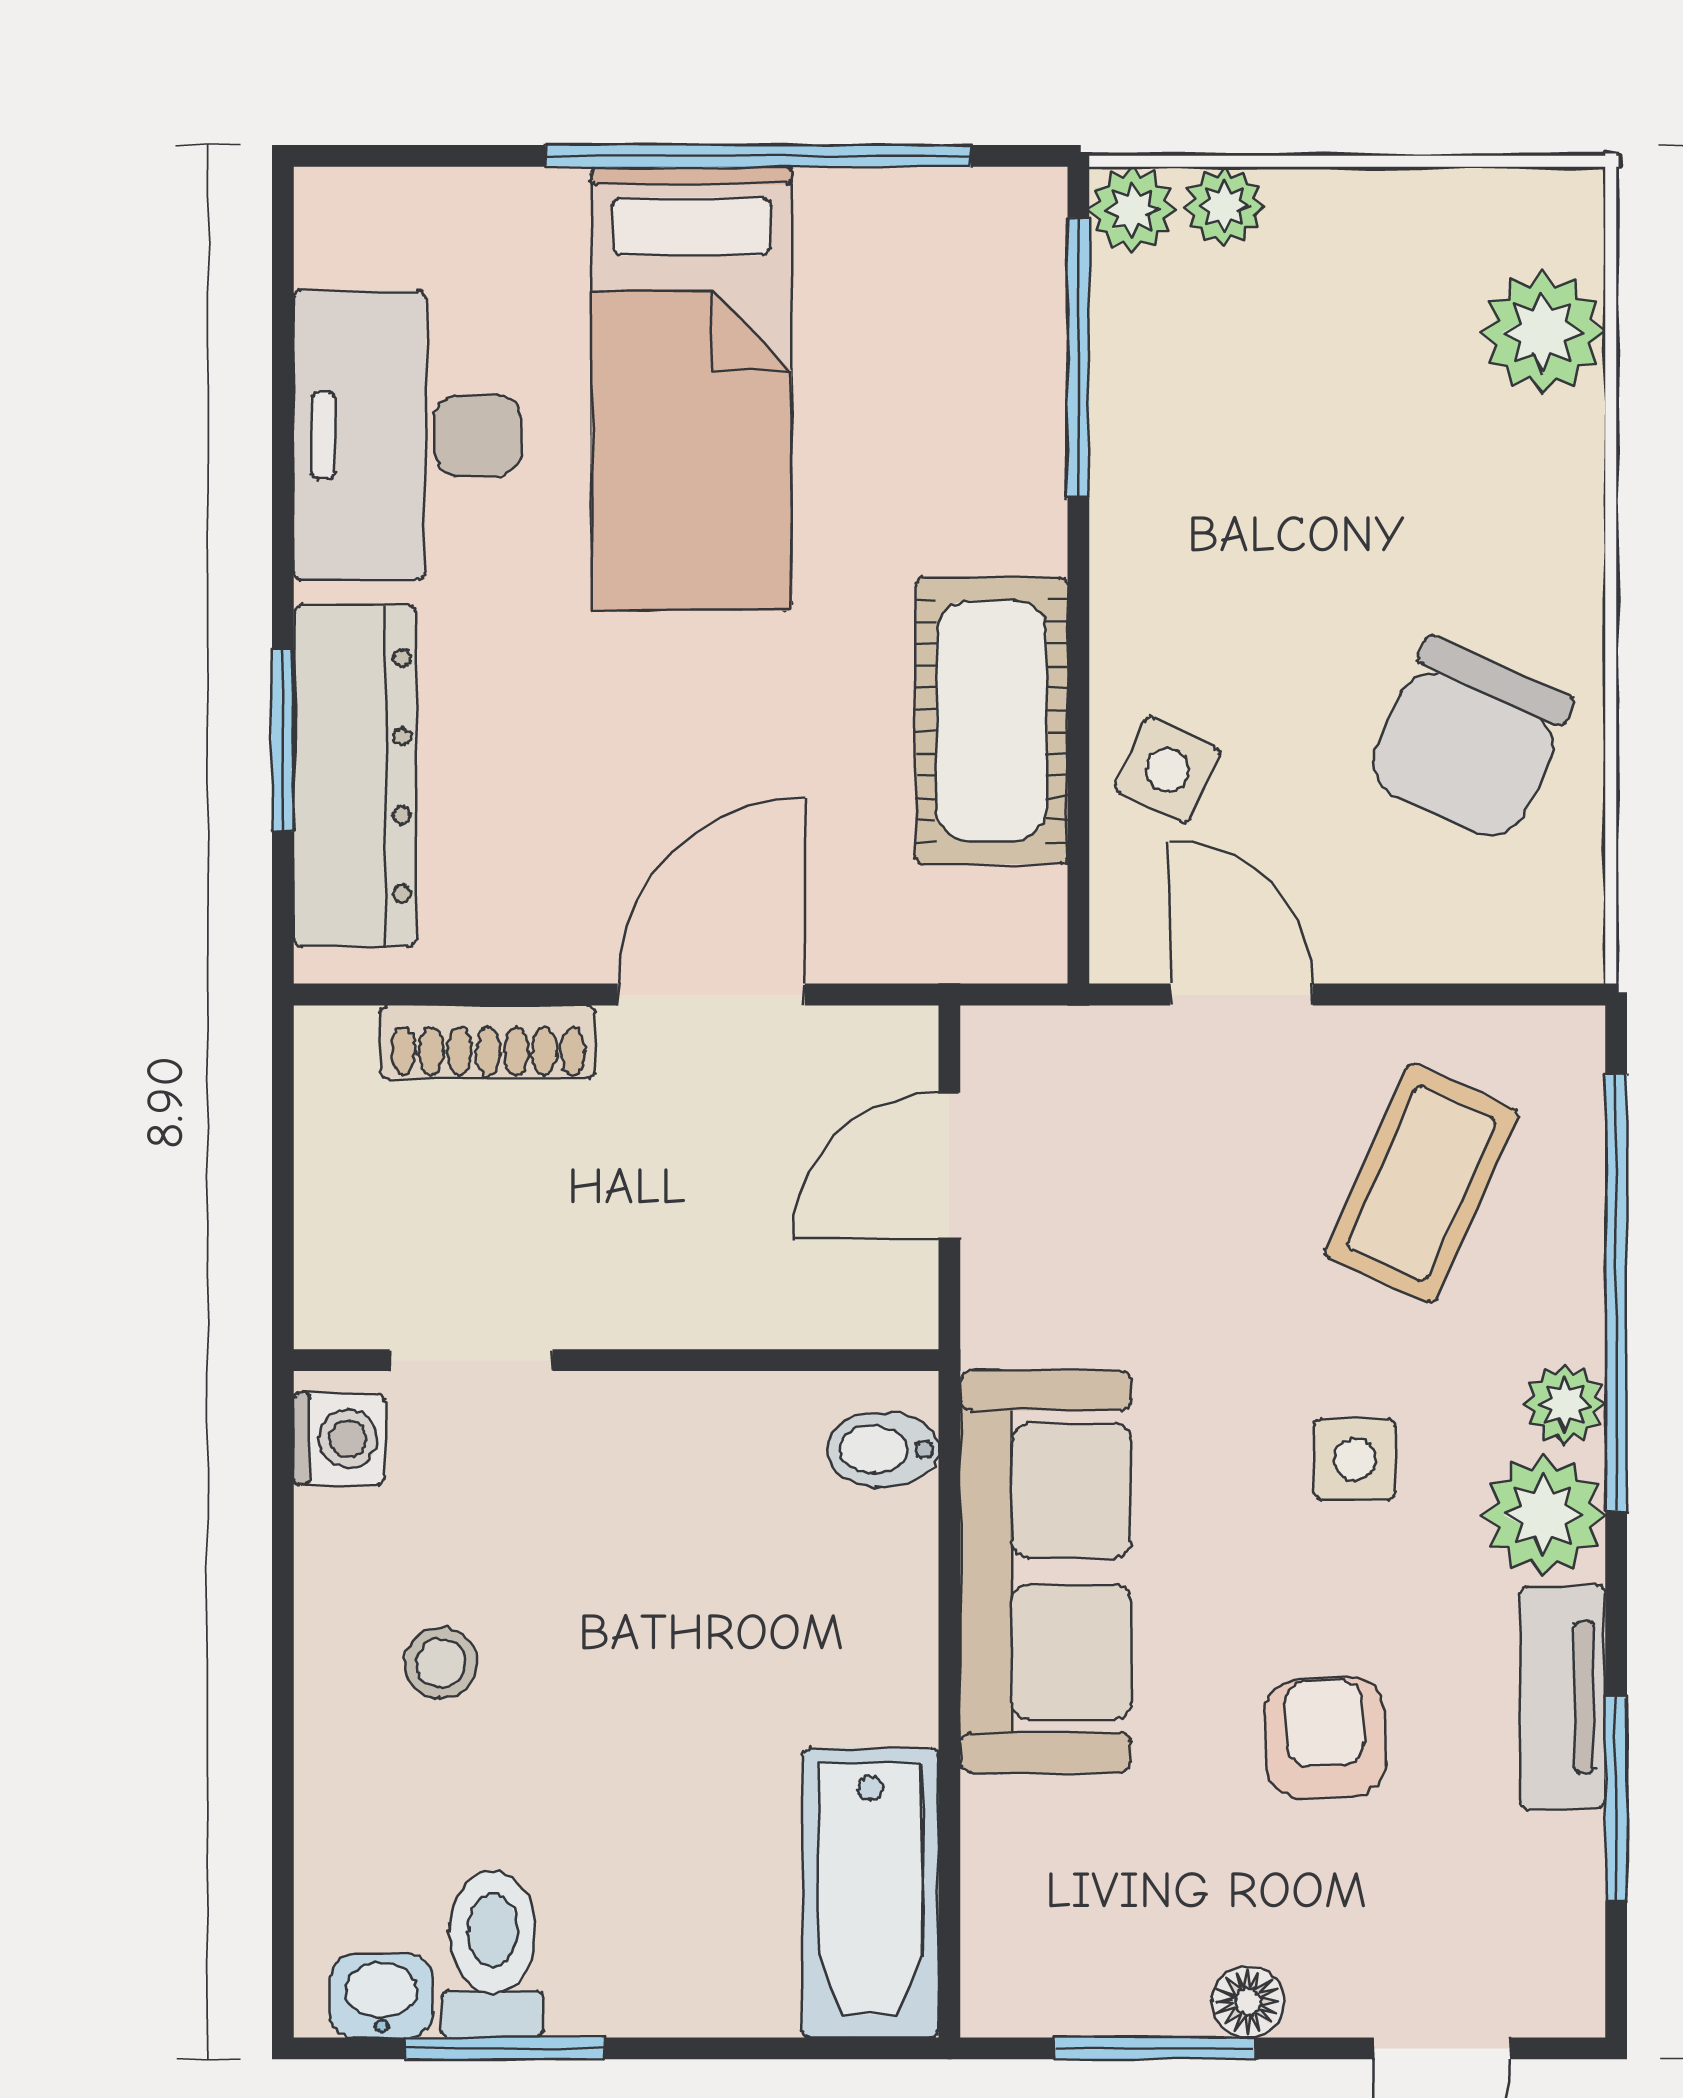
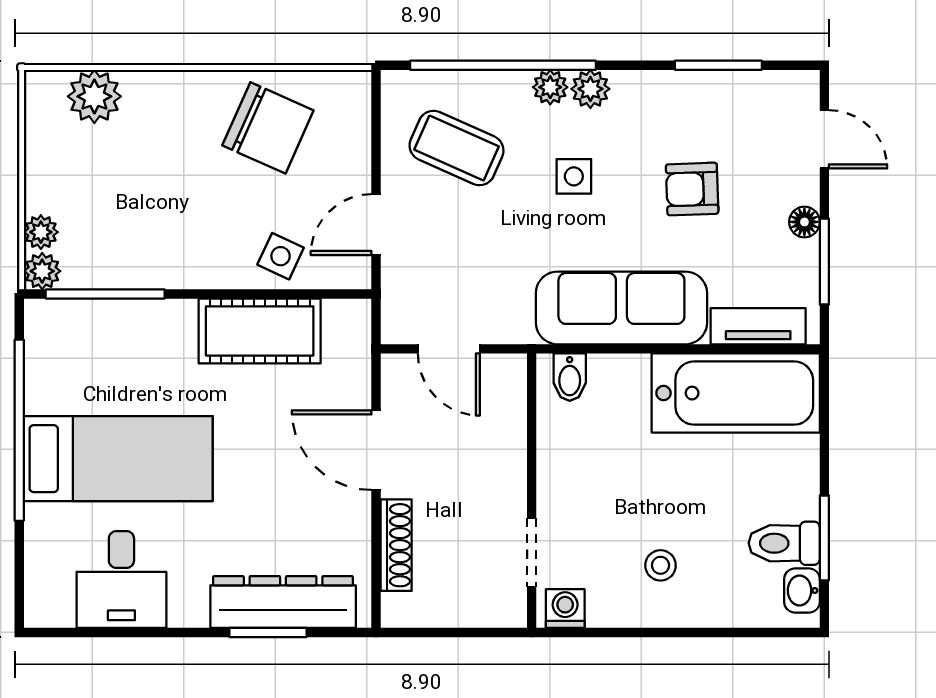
desk: (407, 435) -> (121, 580), width x0.73
plant: (1543, 1515) -> (590, 89), width x0.73, depth x0.73
tv unit: (1563, 1697) -> (758, 326), moved, turned 180
bathtub: (870, 1893) -> (736, 393), width x1.36, depth x1.36

